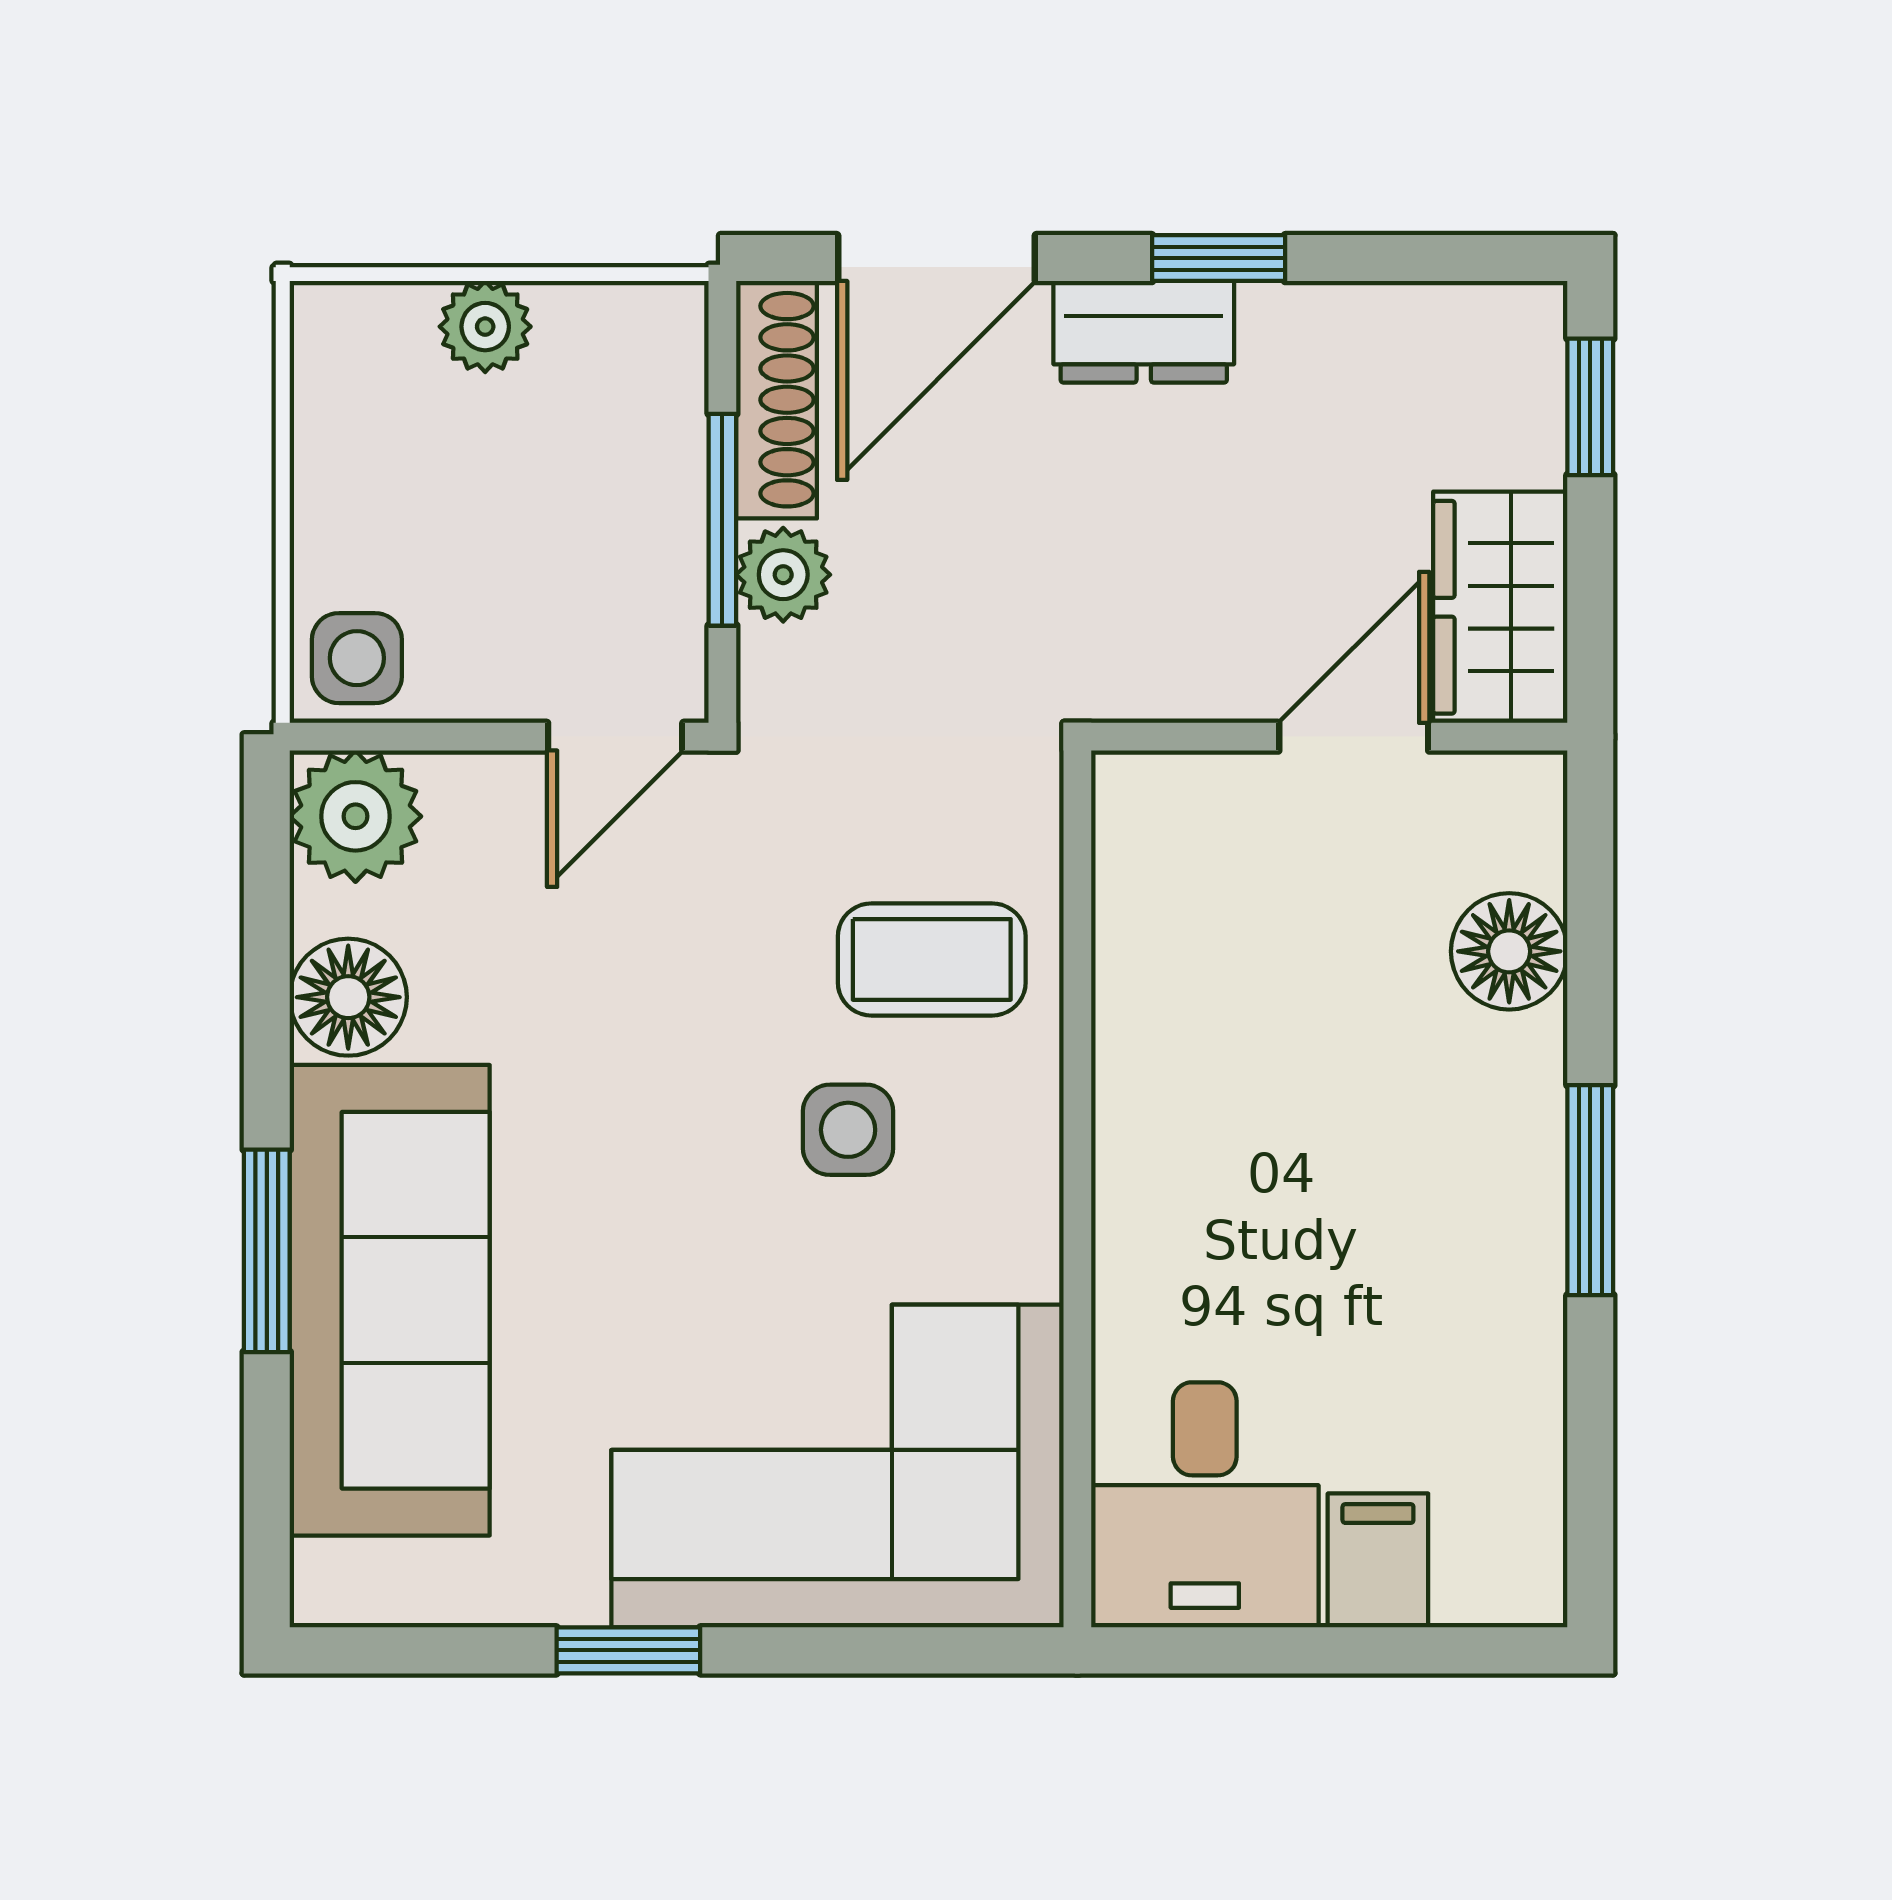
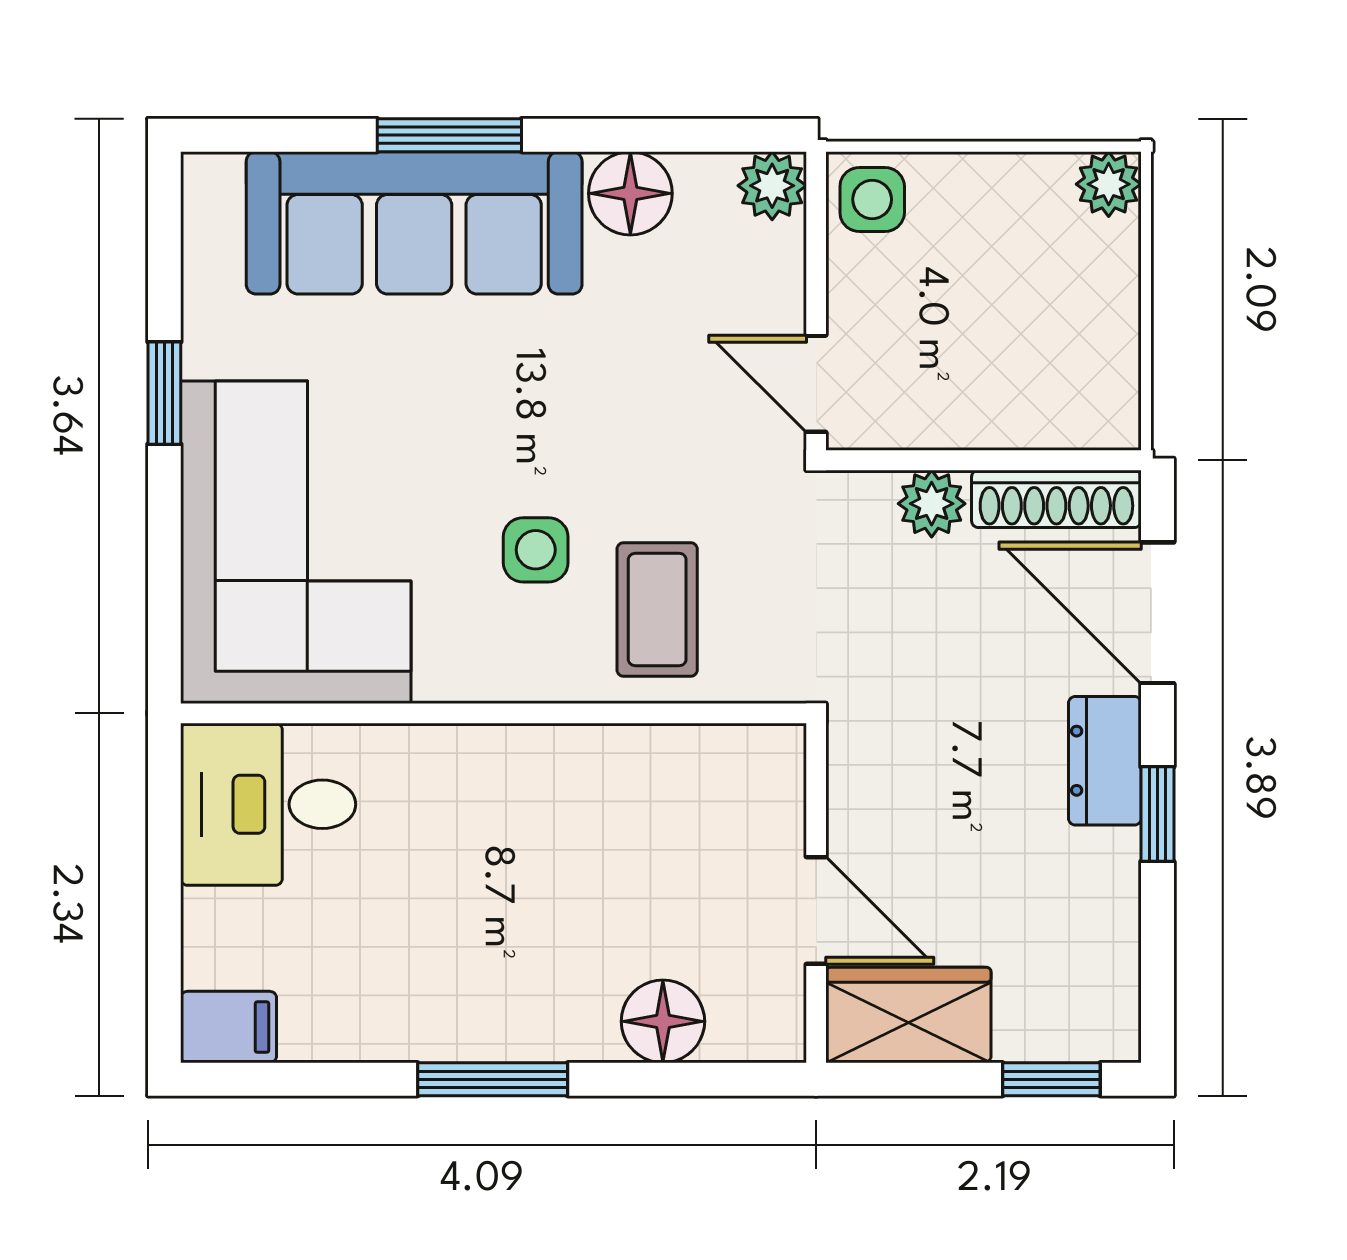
plant: (485, 327) -> (1109, 184), moved
window: (722, 520) -> (971, 460), removed
plant: (355, 816) -> (772, 186), width x0.73, depth x0.73
filing cabinet: (1378, 1560) -> (229, 1027), moved

